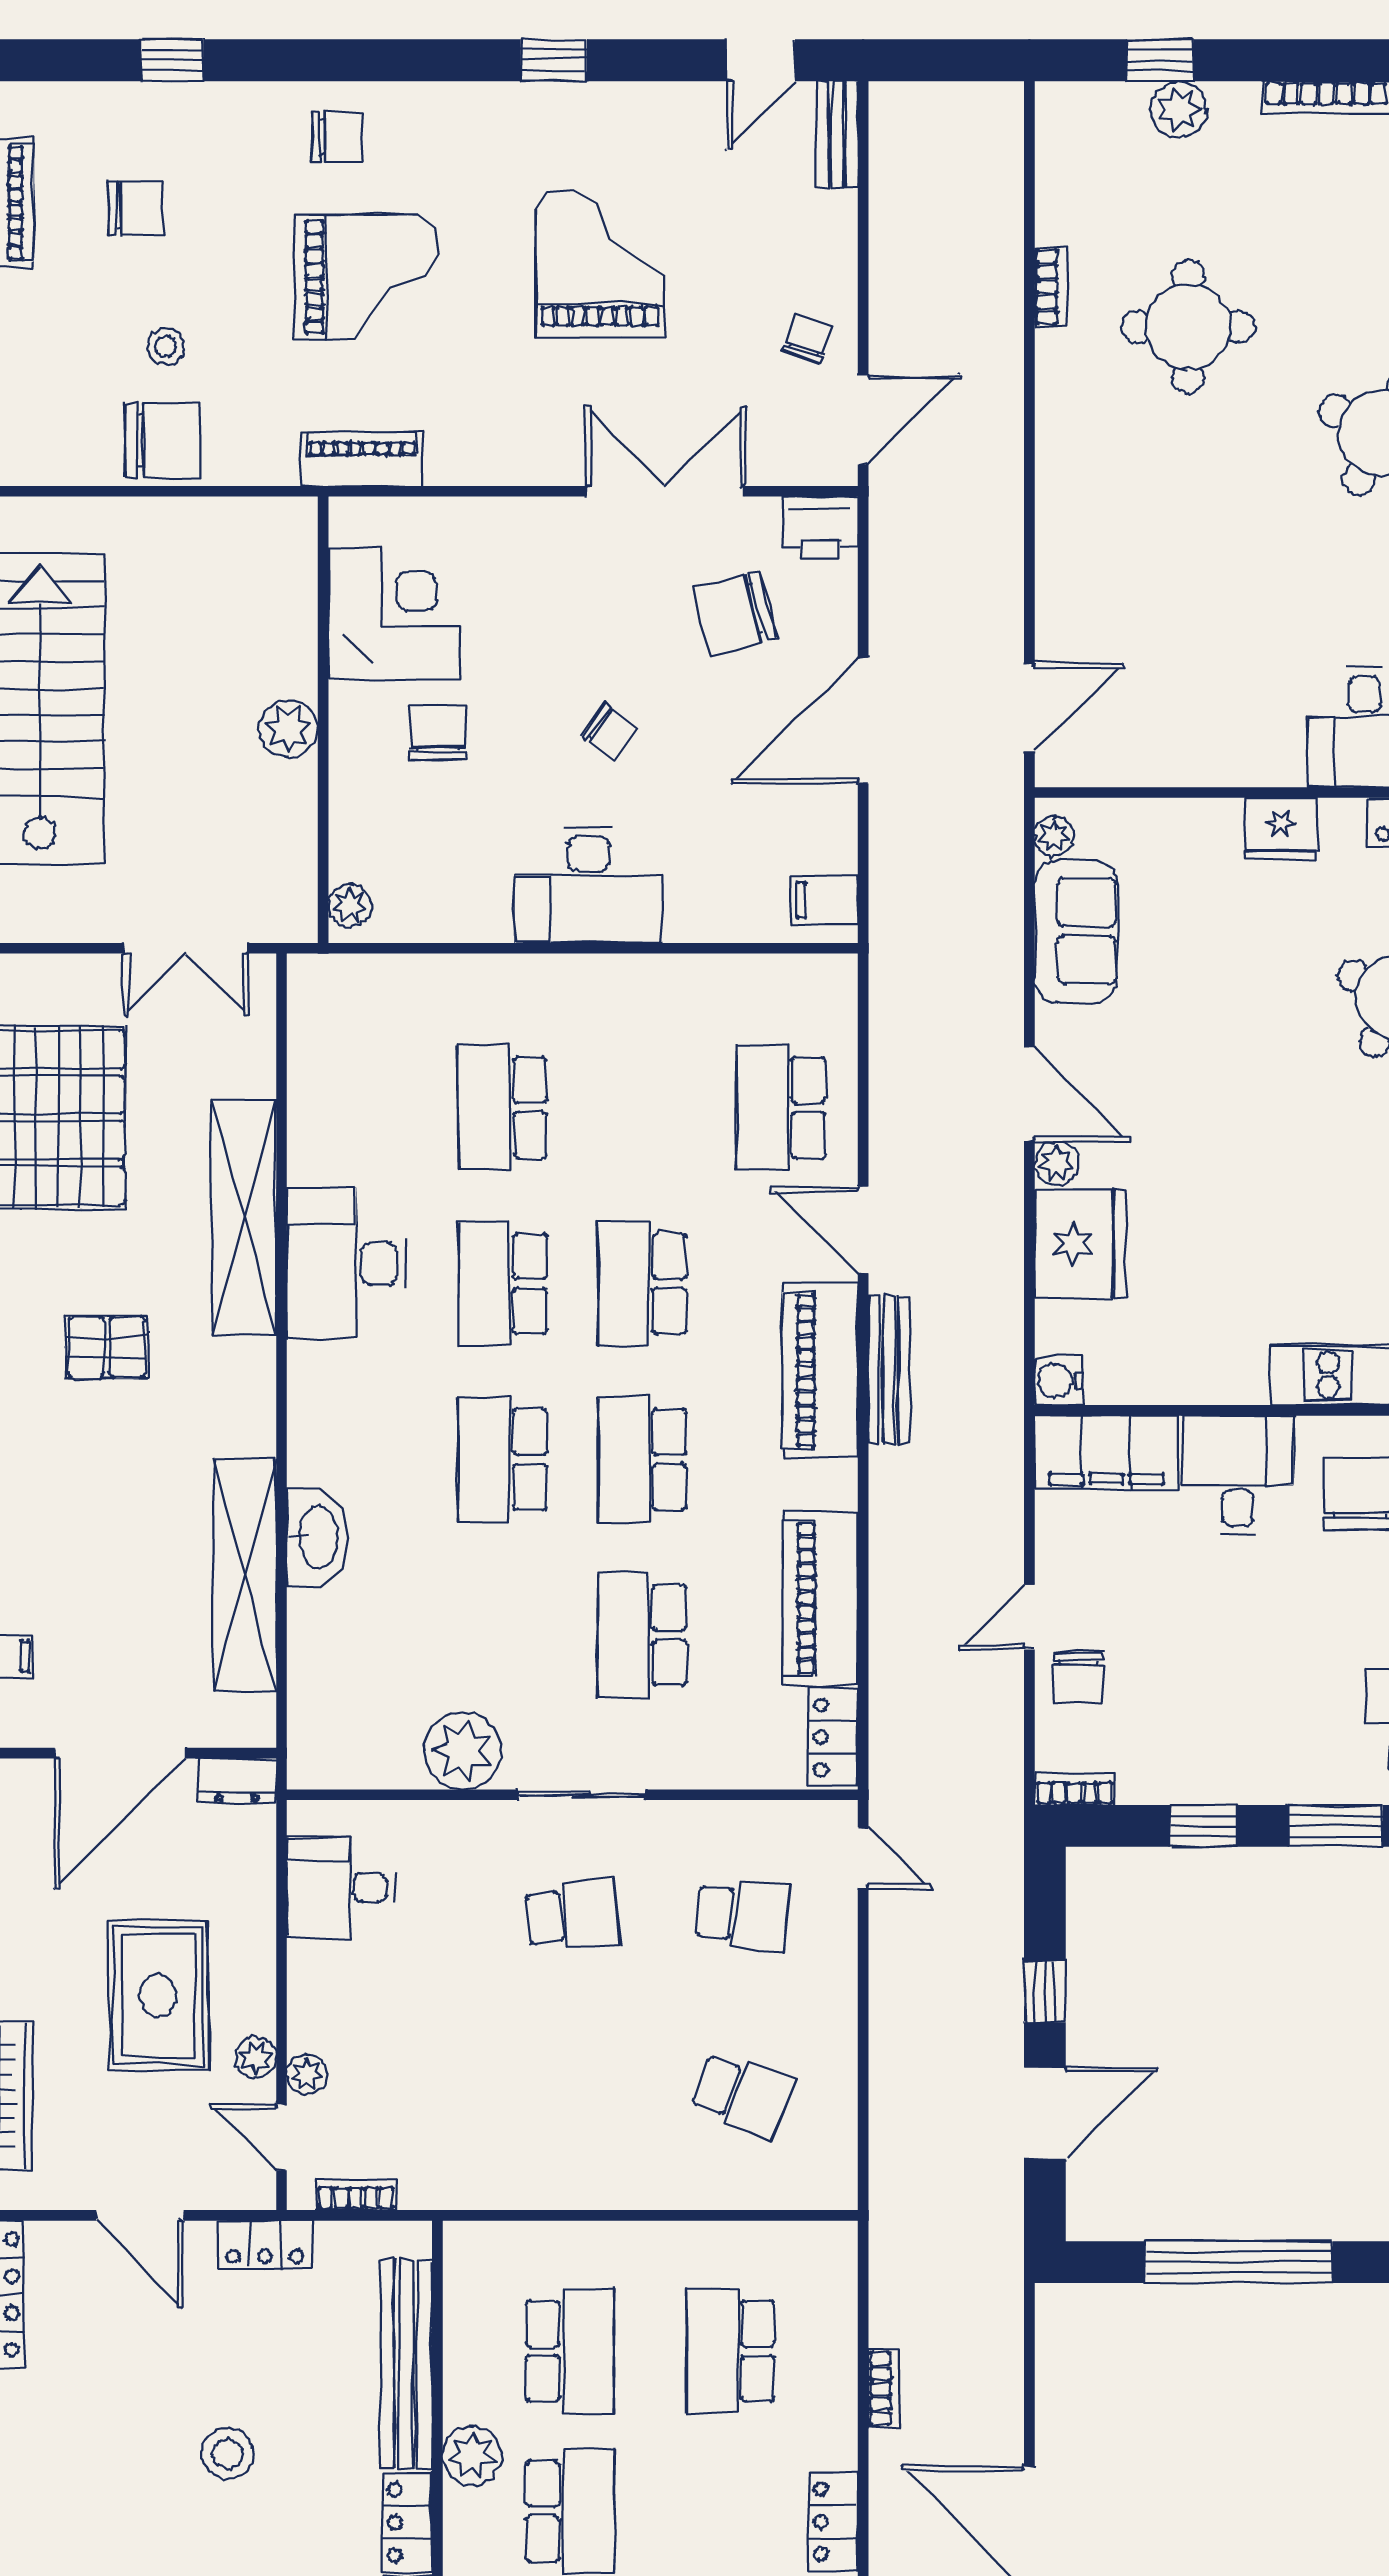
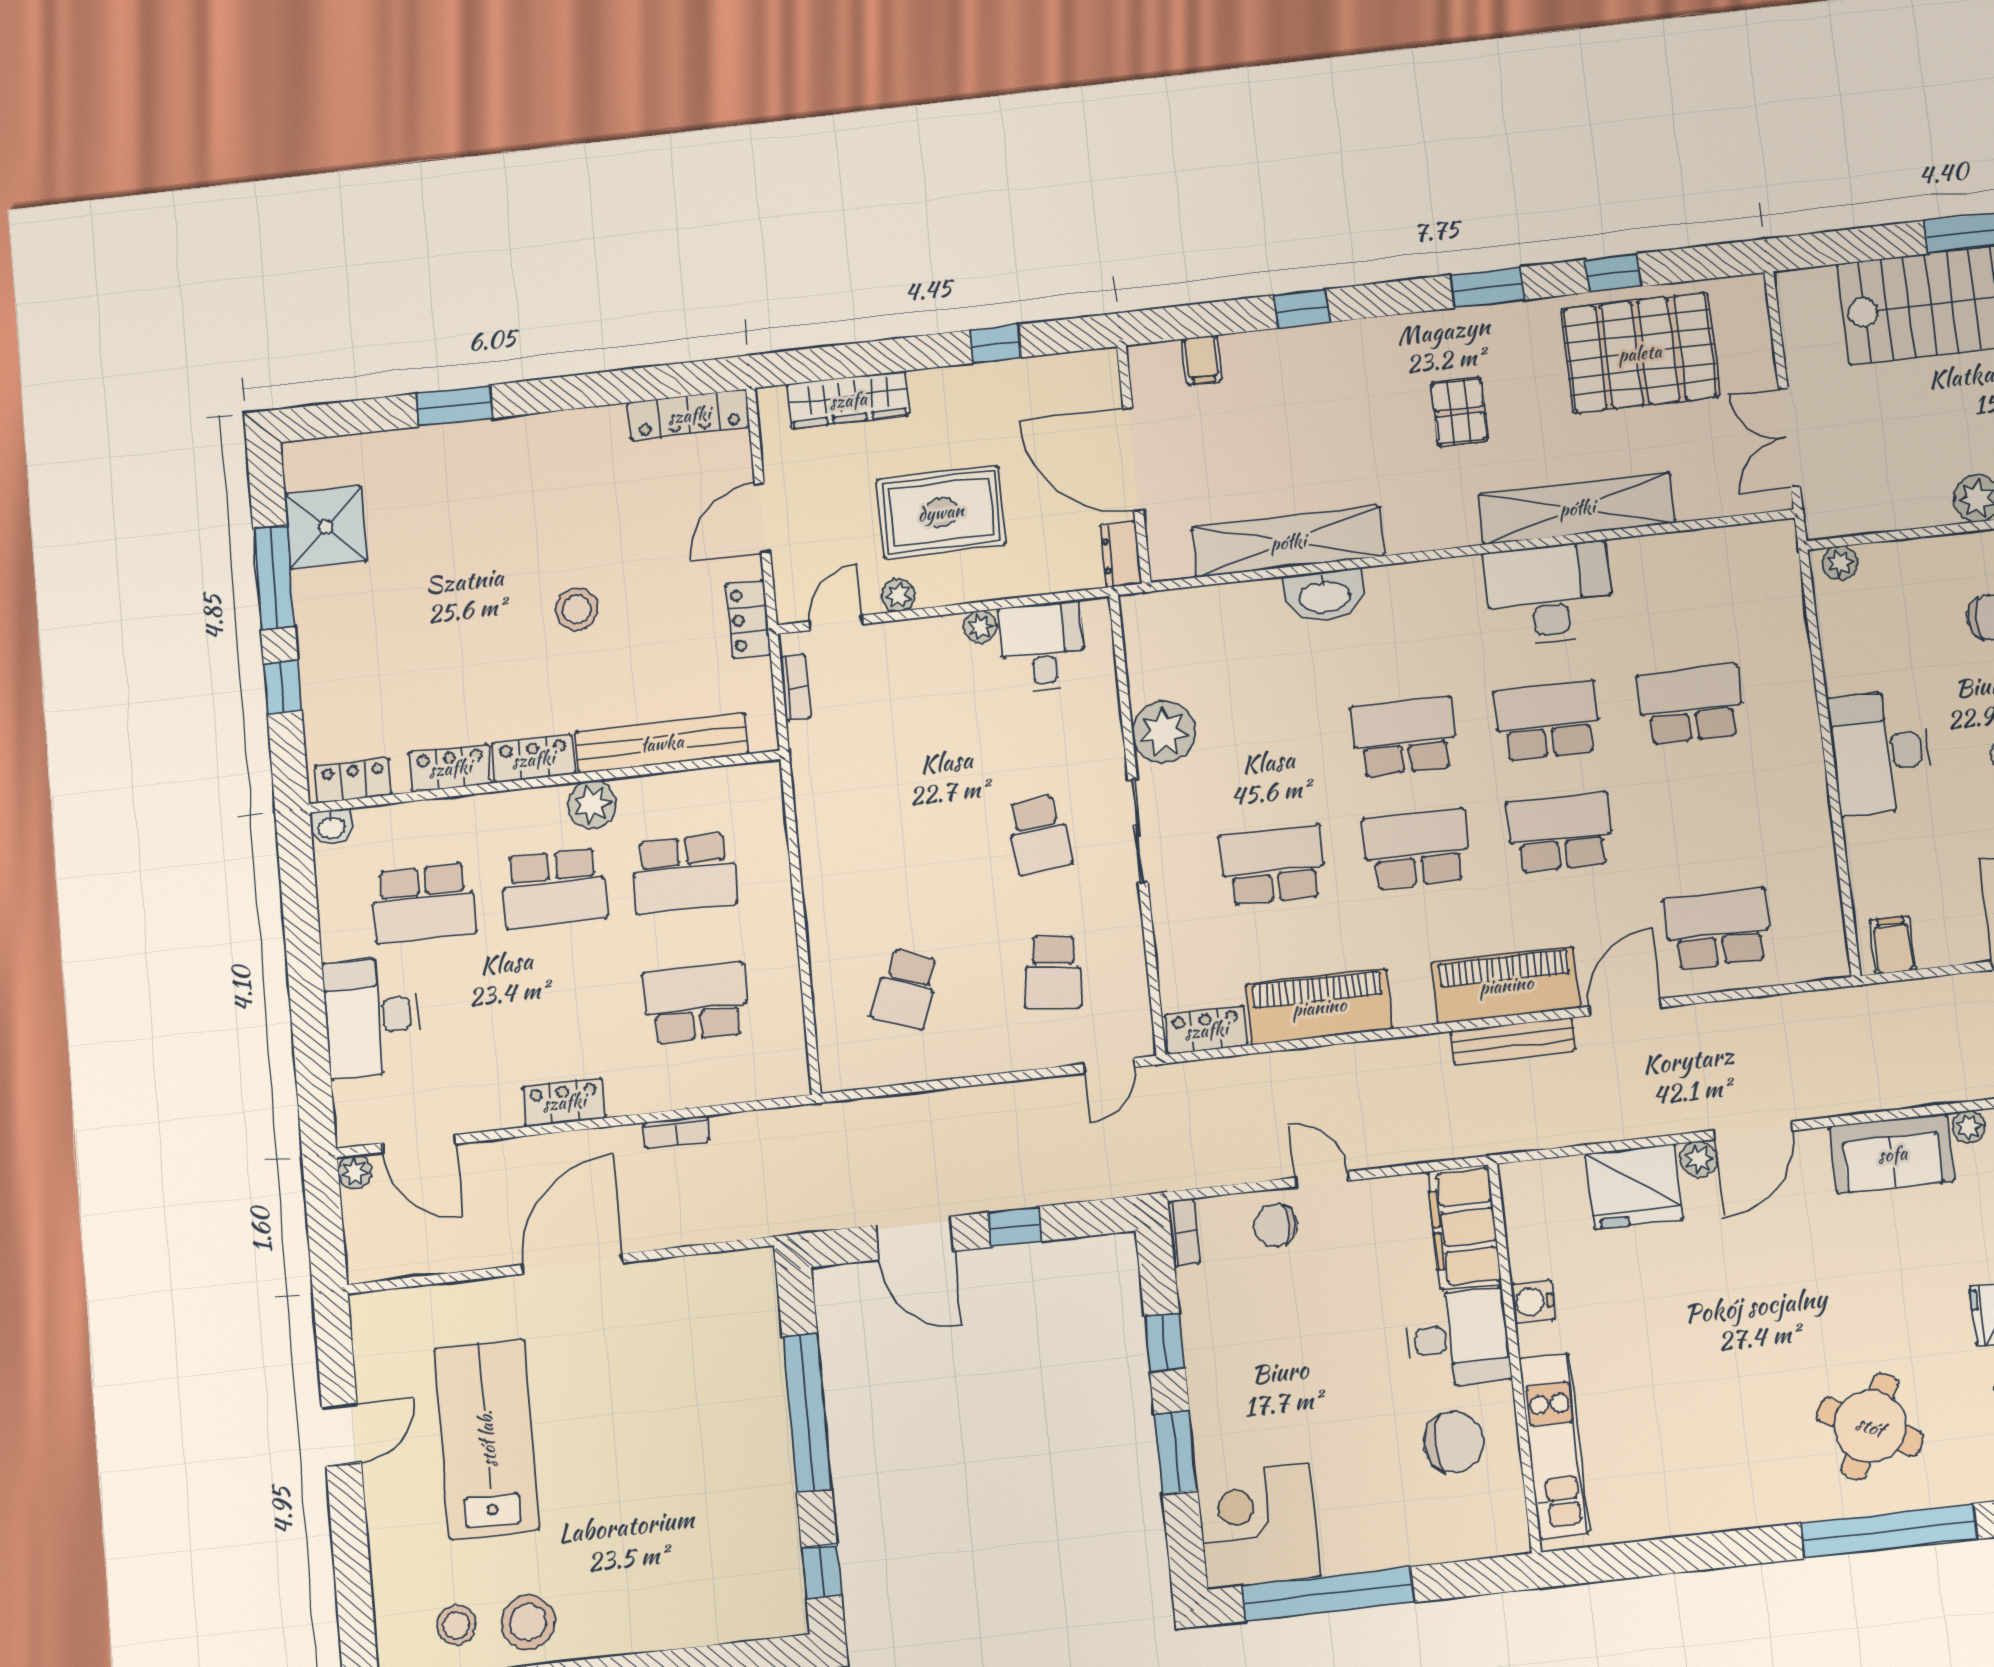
water cooler: (1059, 1381) -> (1533, 1301), moved, turned -90
plant: (307, 2074) -> (980, 627), moved

